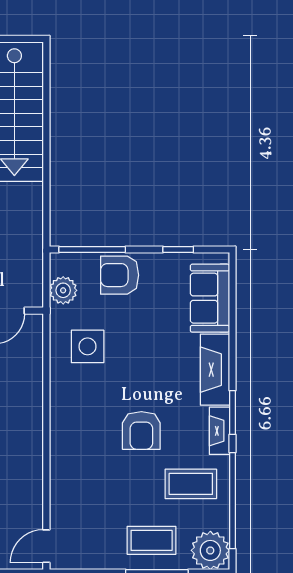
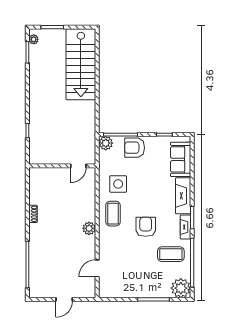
plant: (63, 290) -> (106, 143), moved
armchair: (141, 430) -> (146, 227), turned 180
plant: (31, 433) -> (89, 228), added
coffee table: (152, 540) -> (113, 214), moved, turned 90
door: (46, 546) -> (97, 268), moved

